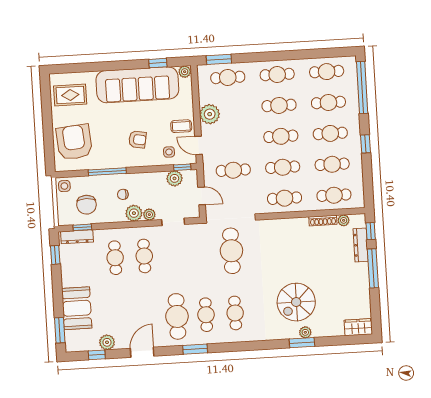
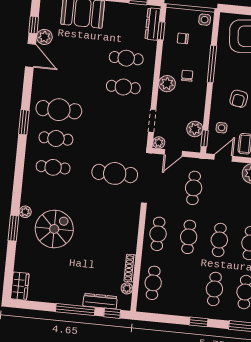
cafe table: (332, 164) -> (184, 286), removed
chair: (86, 205) -> (183, 38), width x0.54, depth x0.54
plant: (149, 215) -> (159, 143), moved
spiral stairs: (296, 302) -> (54, 229), turned 90
plant: (305, 332) -> (25, 212), moved
door: (142, 352) -> (31, 55), moved

